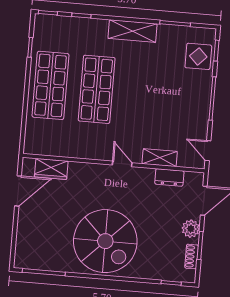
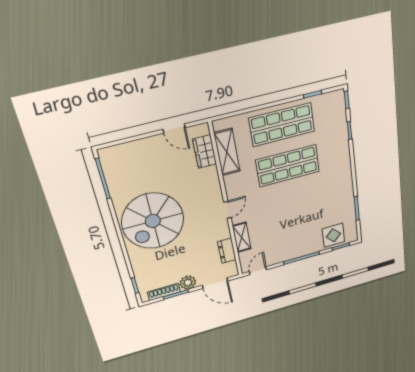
shelving: (133, 31) -> (227, 152), moved
door: (18, 191) -> (174, 128), width x0.73
shoe rack: (192, 257) -> (164, 292), width x1.43

